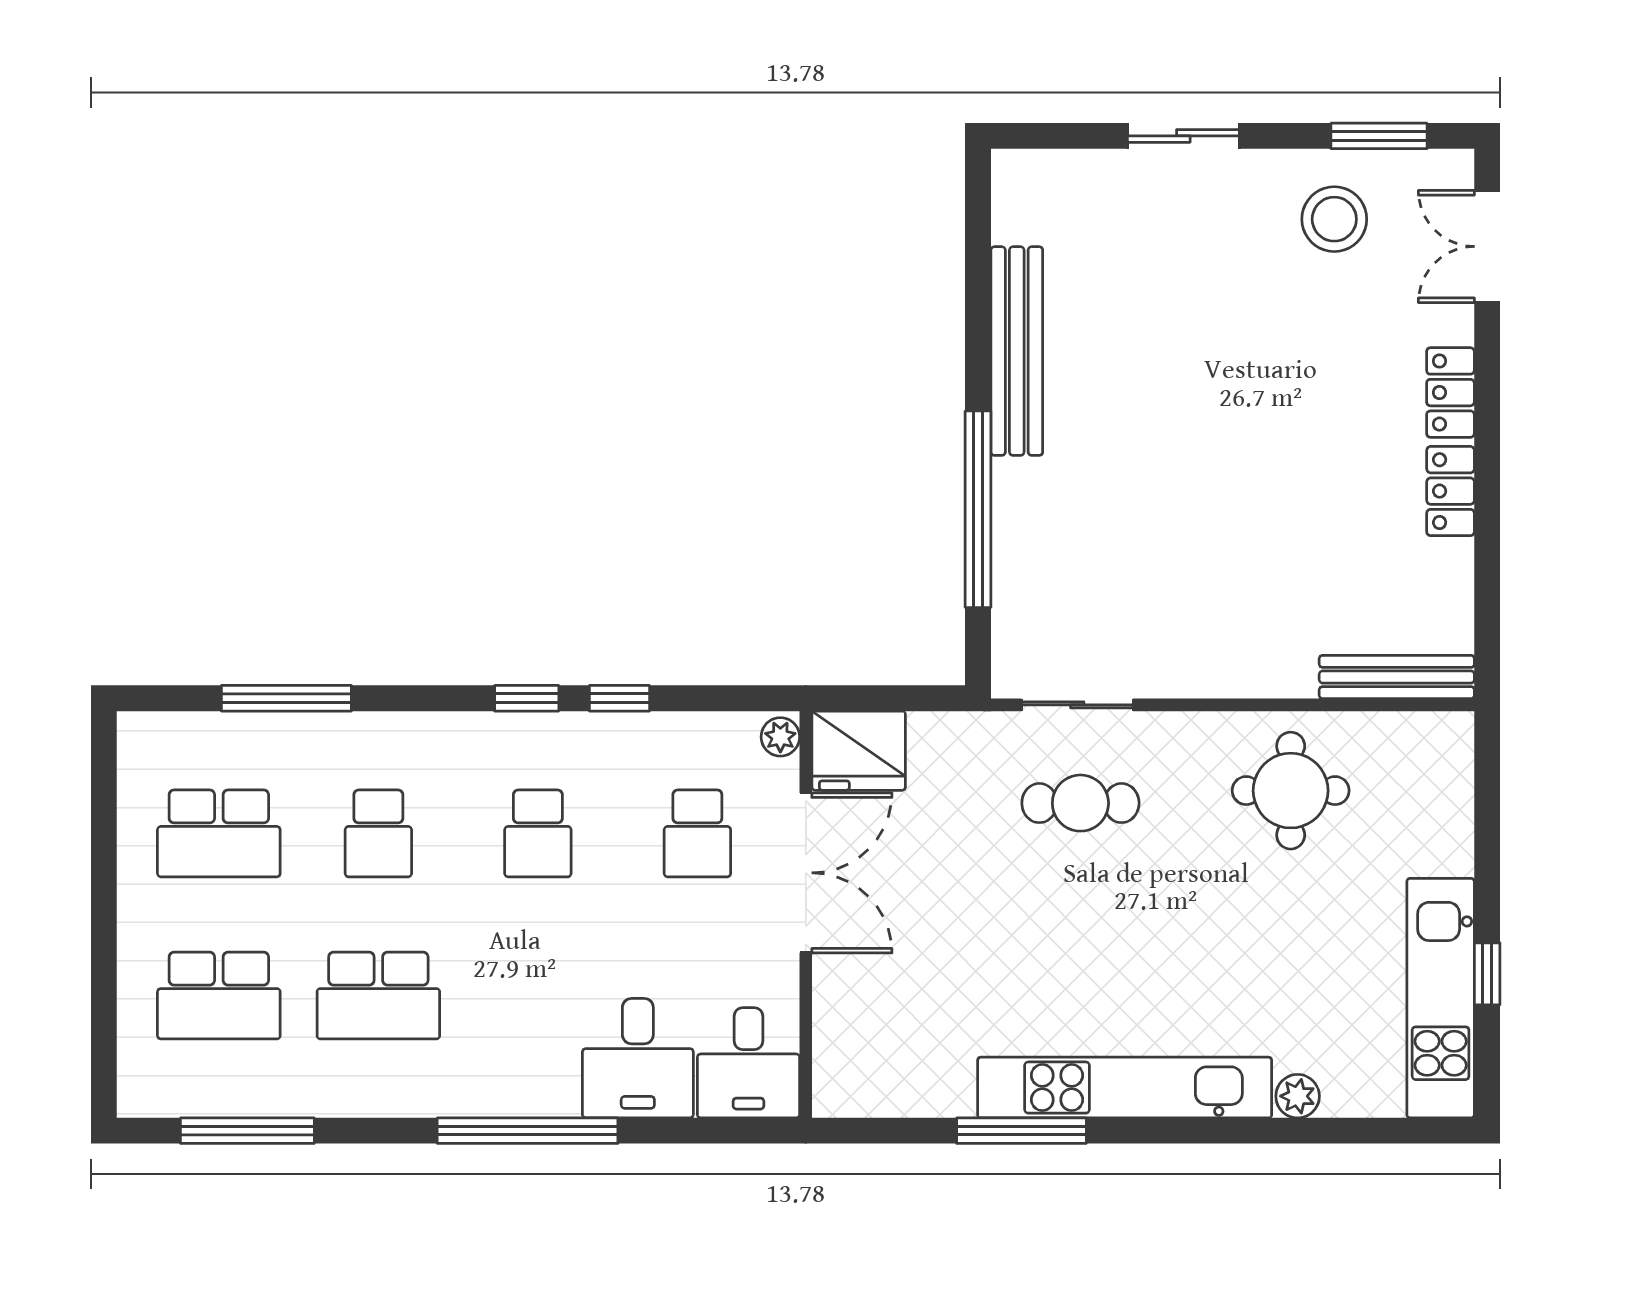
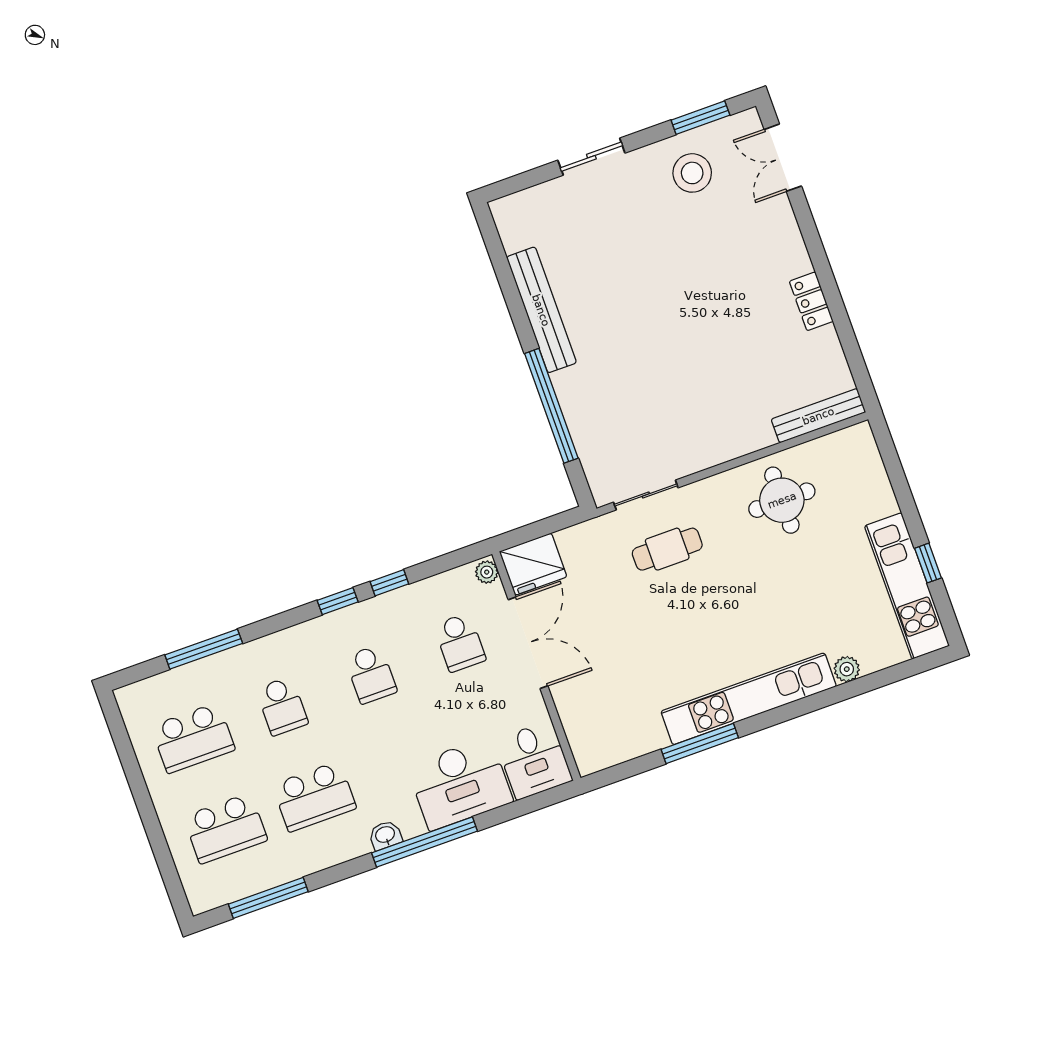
locker: (1450, 393) -> (792, 246), removed
desk: (638, 1058) -> (460, 784), width x1.37
washbasin: (469, 1097) -> (385, 835), added

